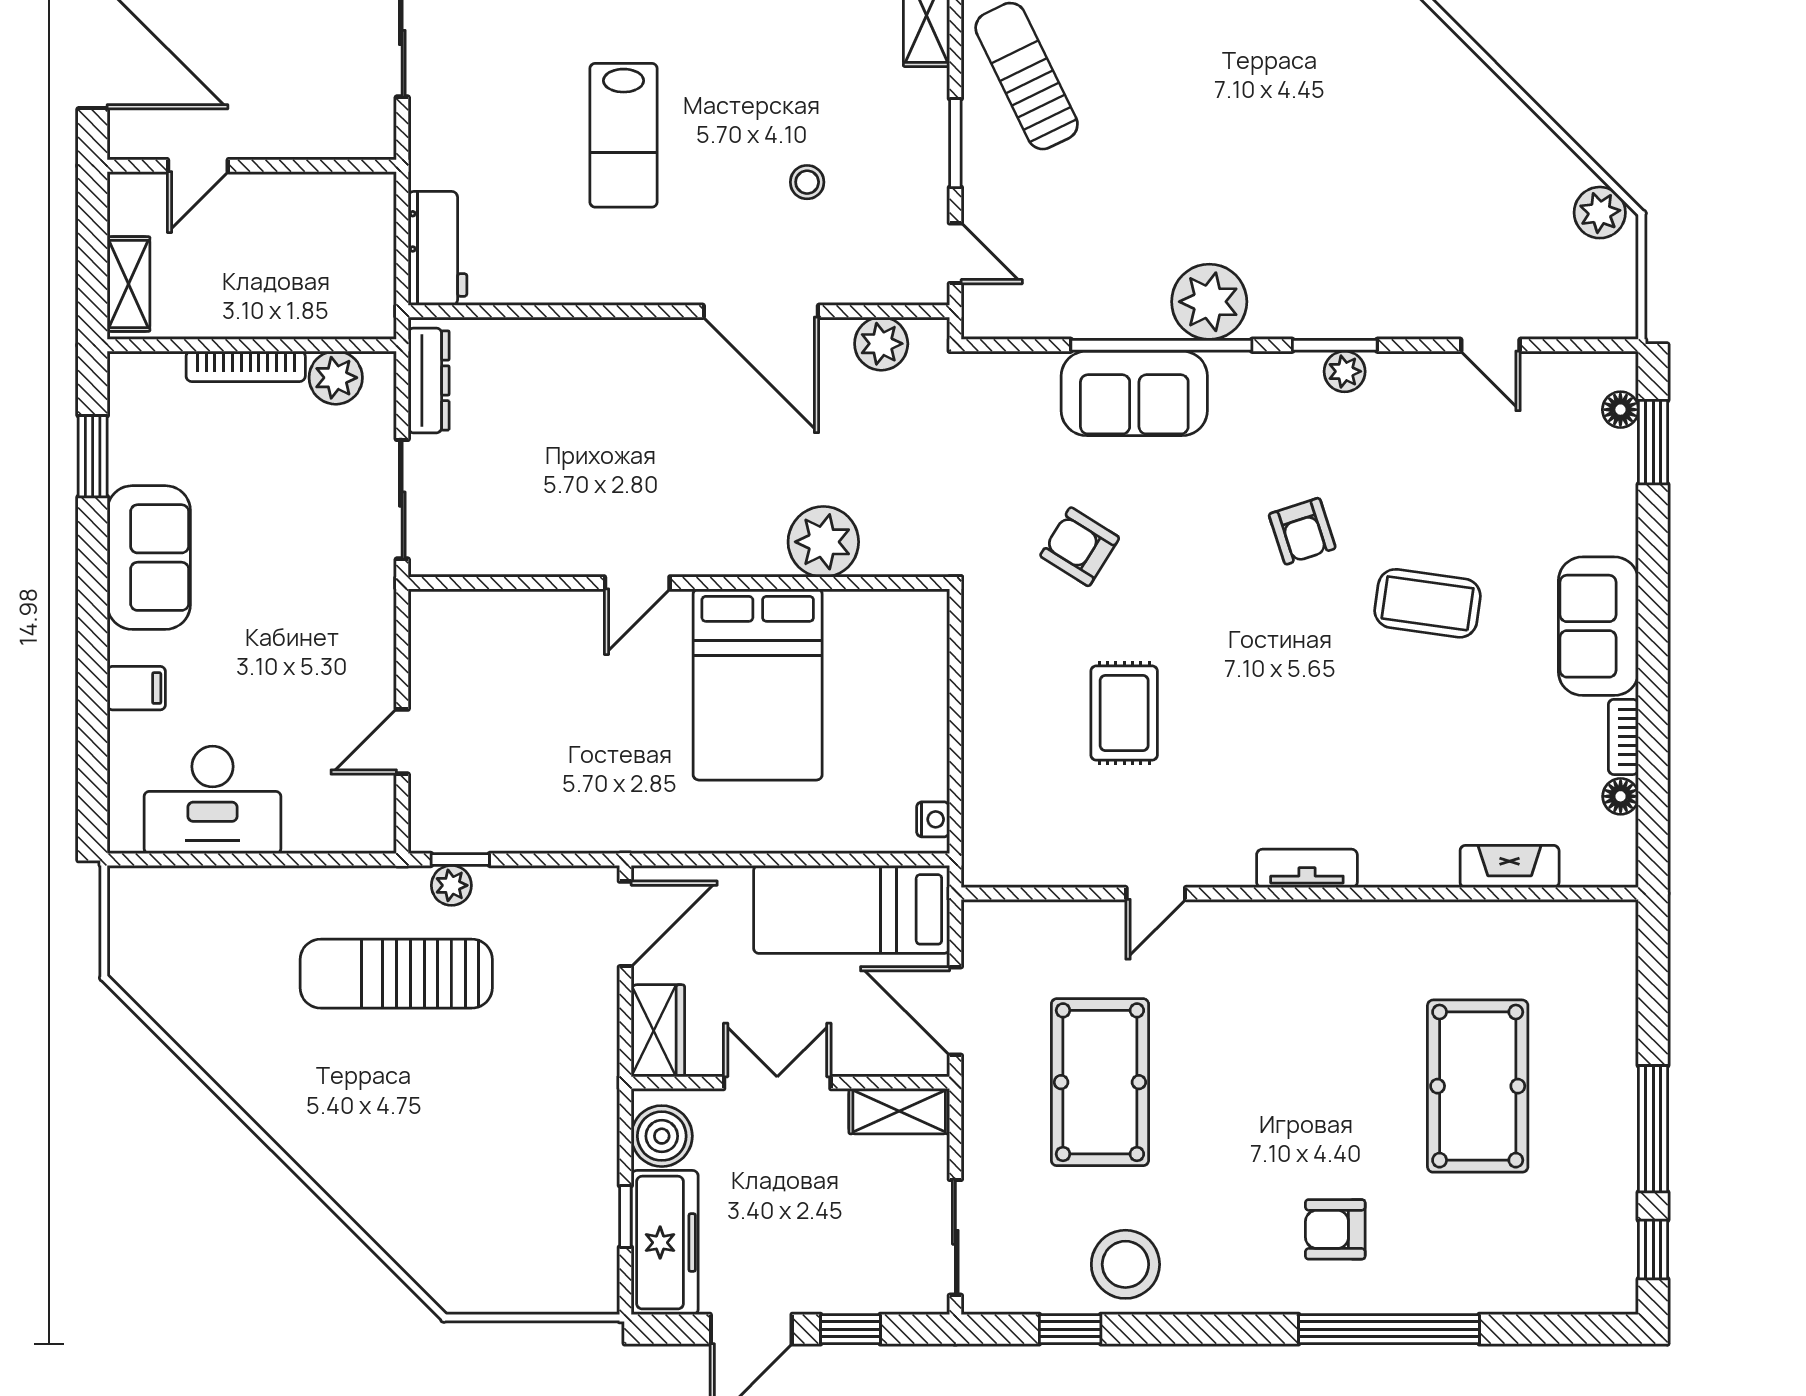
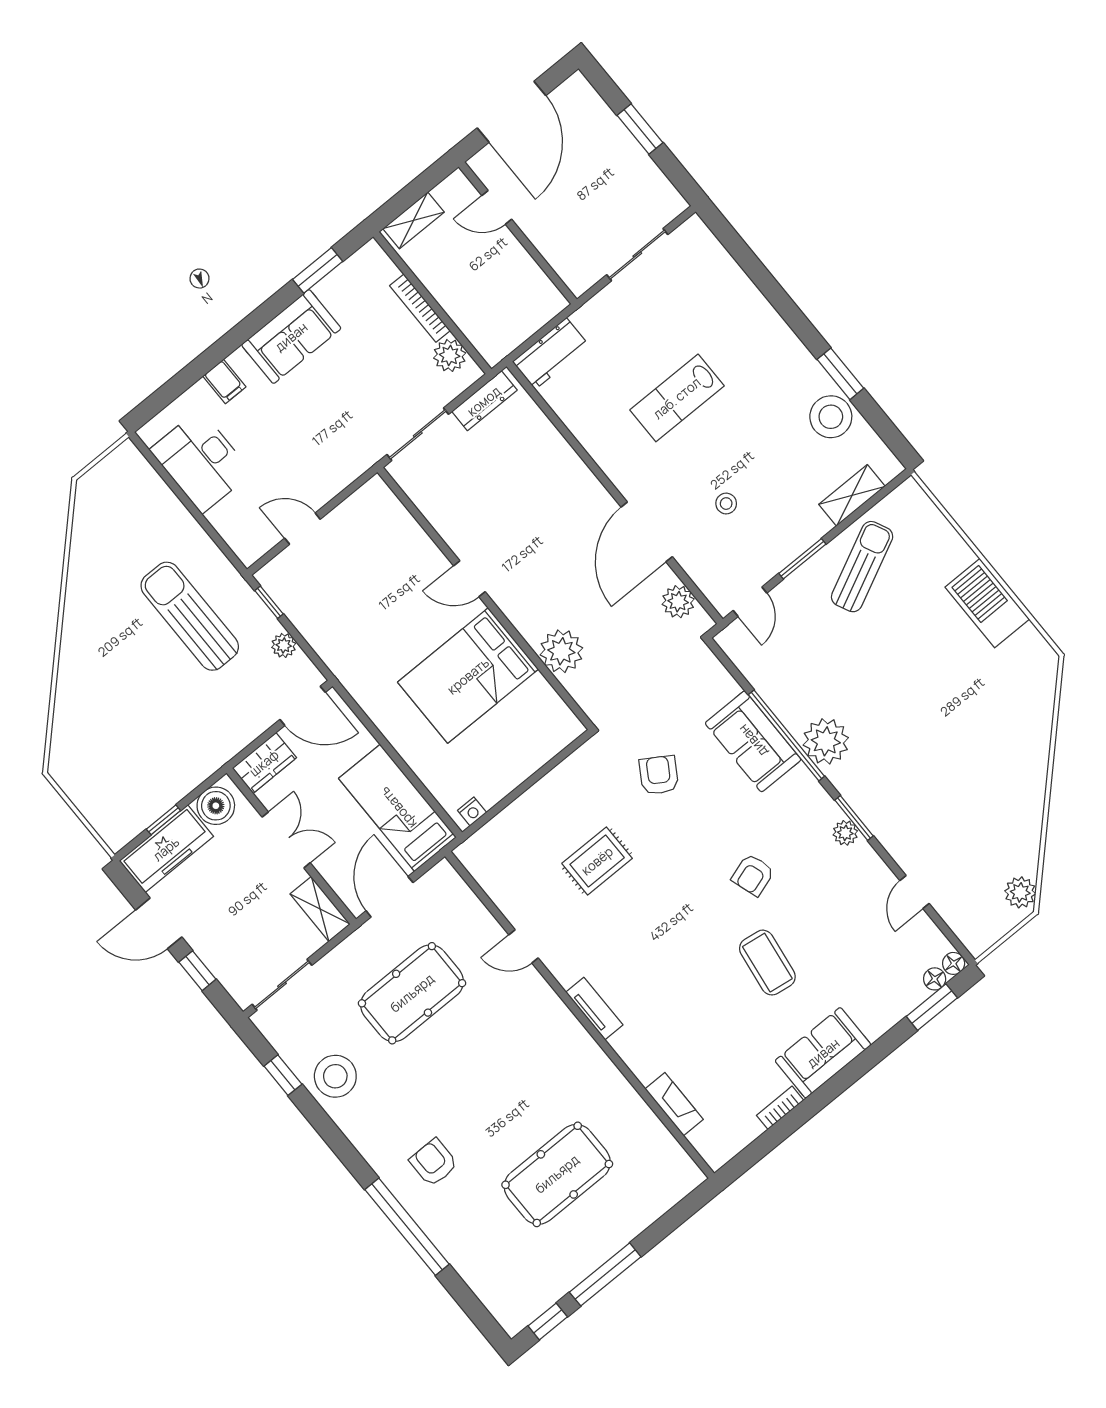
floor lamp: (1621, 796) -> (954, 963), moved
plant: (451, 885) -> (284, 645), moved

